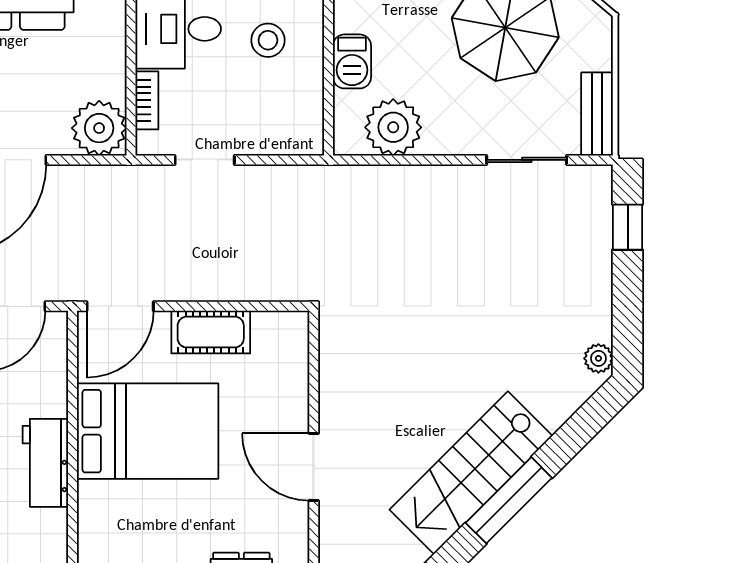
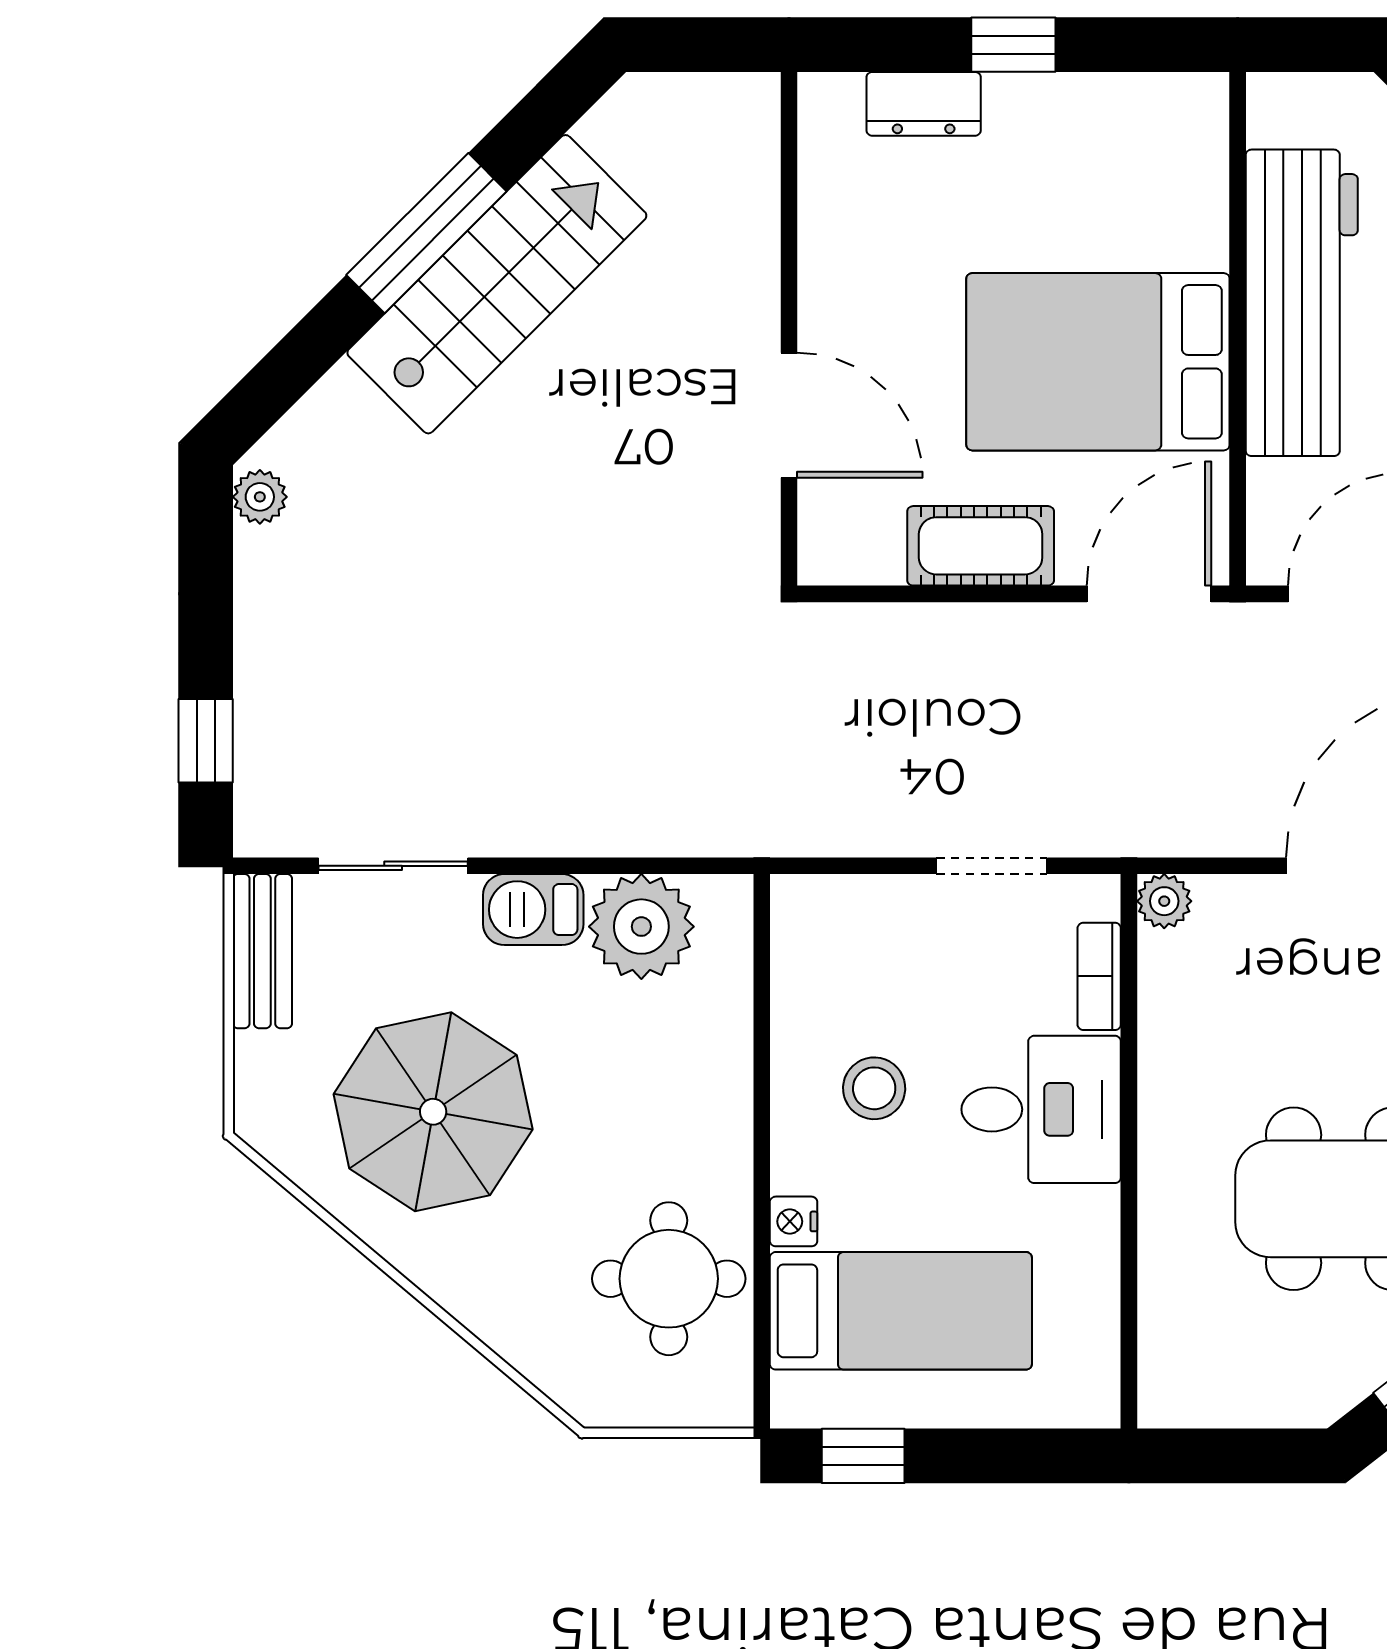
barbecue: (352, 61) -> (533, 910), moved, turned -90
plant: (99, 128) -> (1164, 901), width x0.53, depth x0.53
workbench: (45, 463) -> (1302, 303), width x1.88, depth x1.32
door: (314, 467) -> (789, 415), moved

